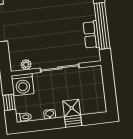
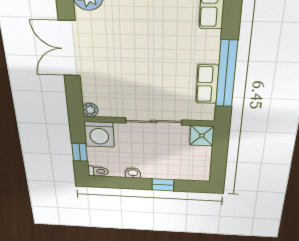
plant: (26, 65) -> (90, 110), moved
shower: (72, 108) -> (202, 136), moved

